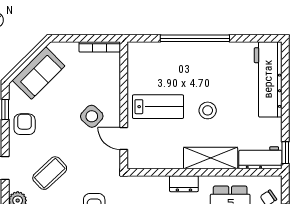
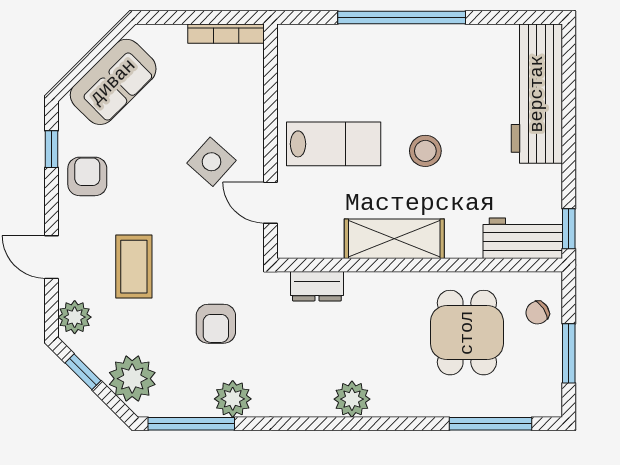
shelving: (211, 158) -> (394, 239), moved
coffee table: (50, 173) -> (134, 267), turned -47
dresser: (184, 184) -> (317, 286), moved

